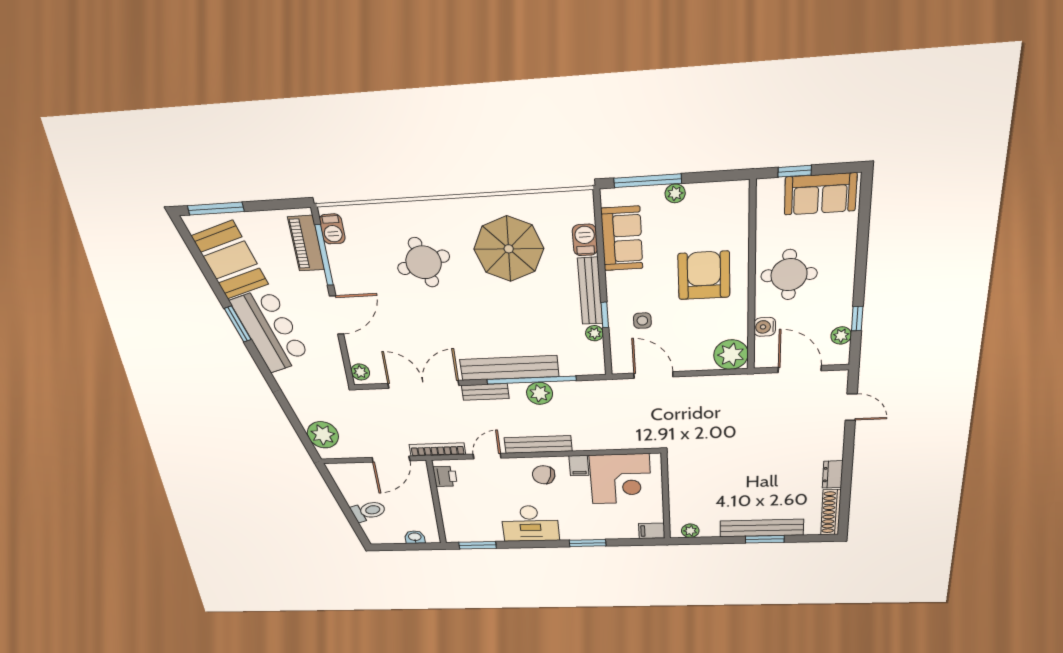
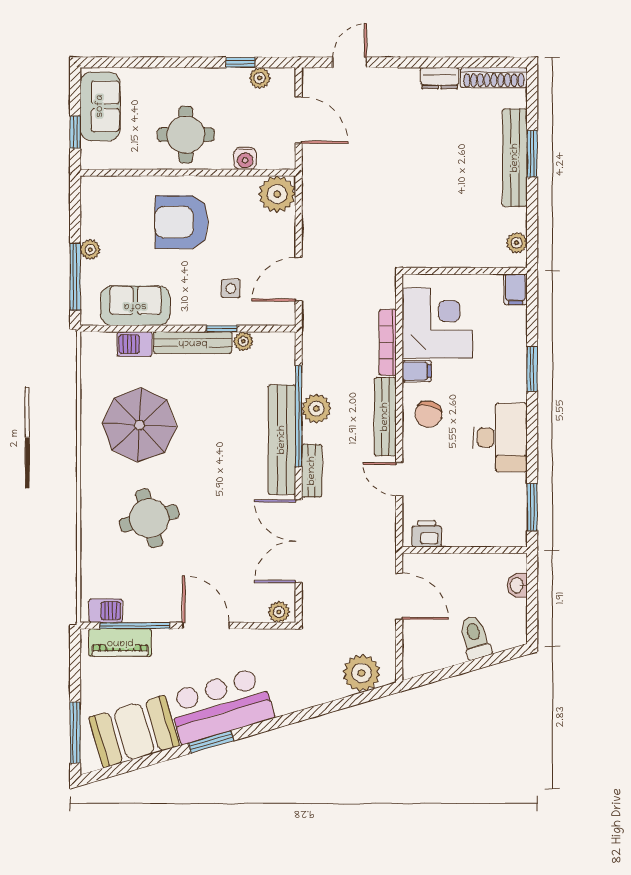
door: (800, 369) -> (299, 120), swing flipped
bookcase: (437, 450) -> (388, 342), moved

